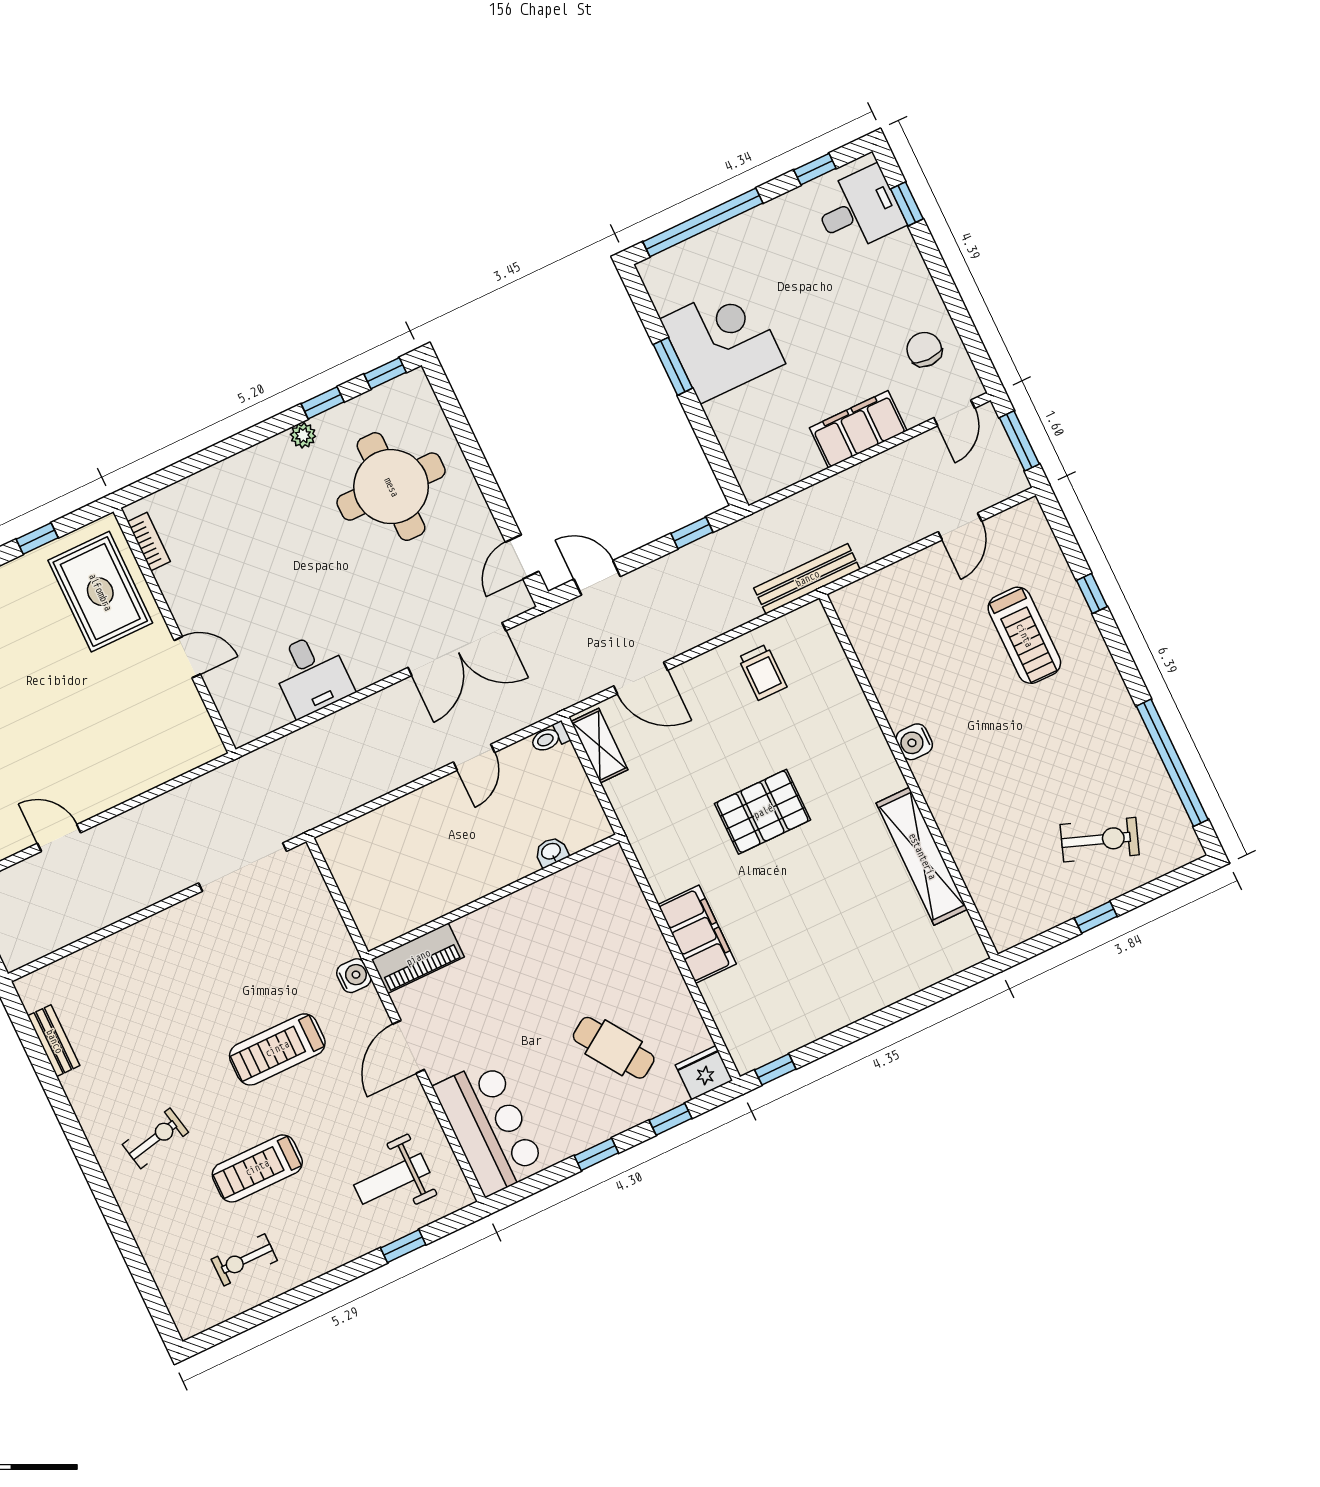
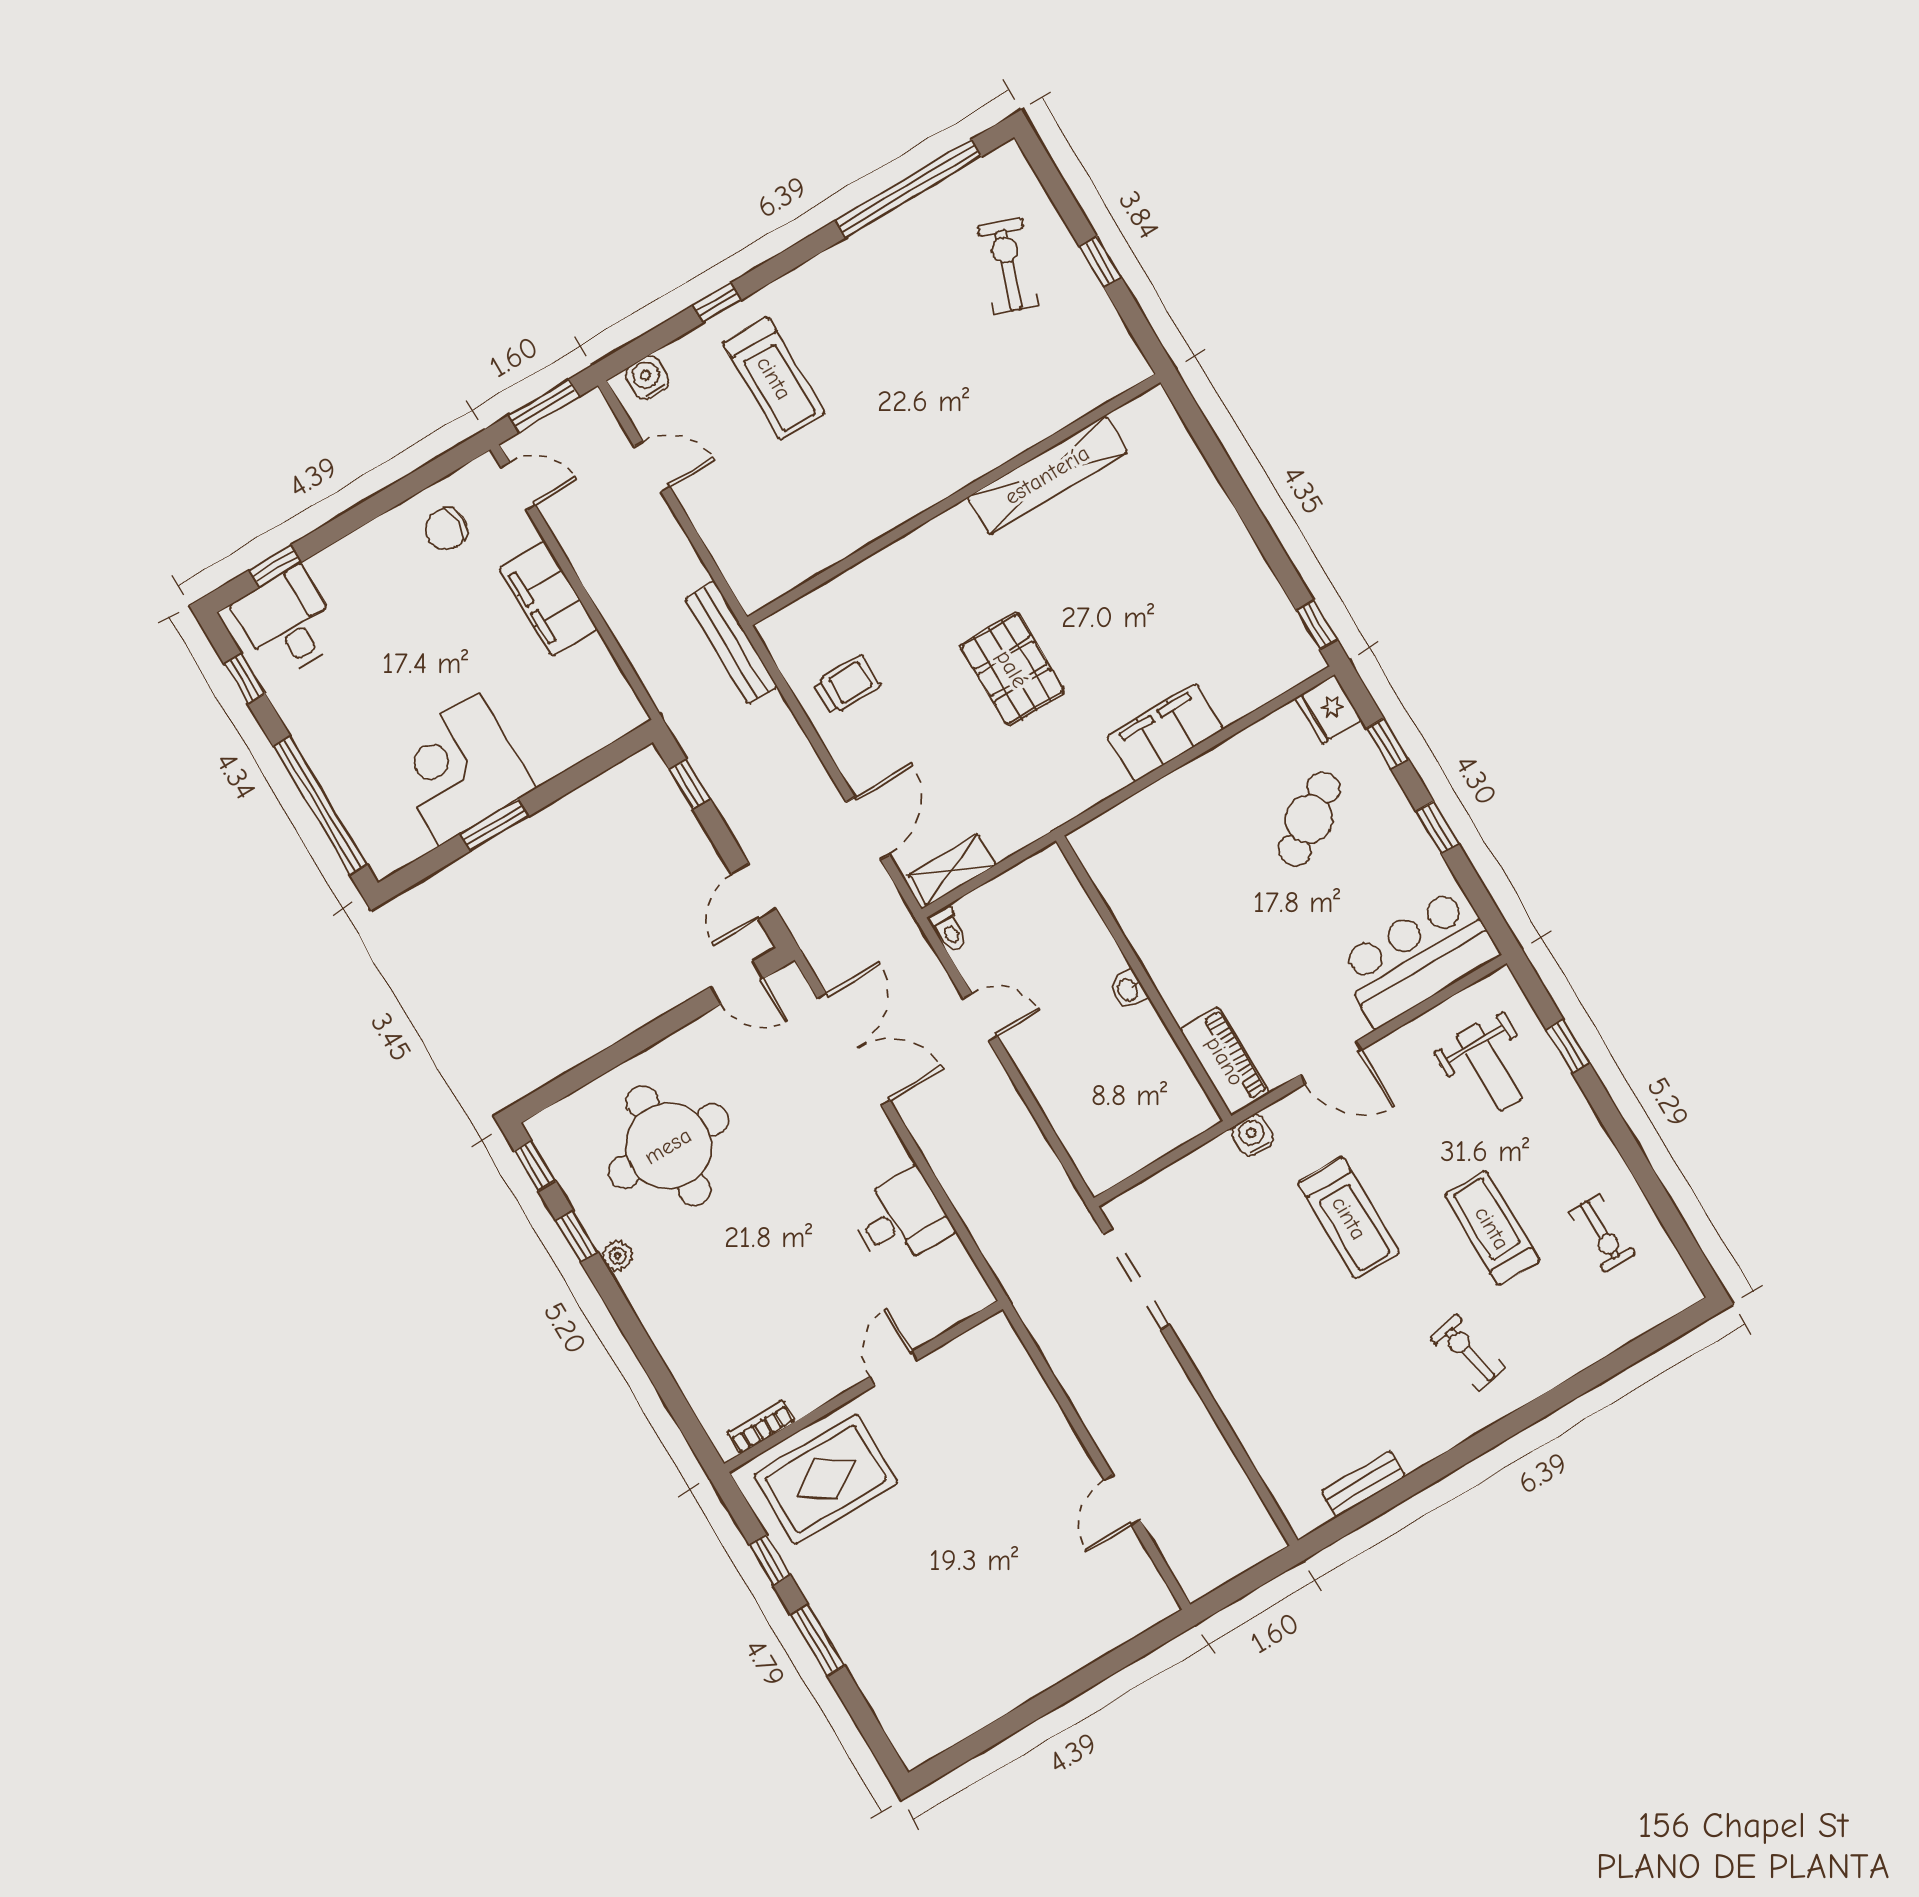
treadmill: (1024, 635) -> (774, 378), turned 90
water cooler: (914, 742) -> (647, 378), moved, turned 180
washbasin: (551, 852) -> (1128, 989), moved
treadmill: (257, 1168) -> (1492, 1228), turned 180

